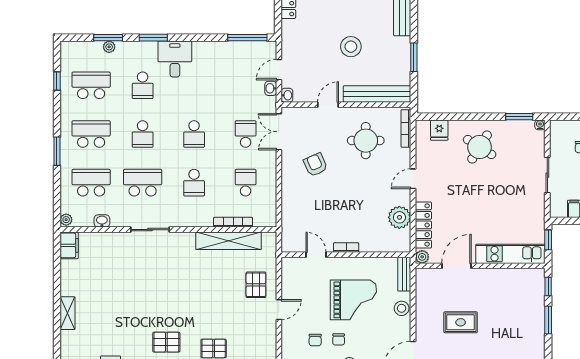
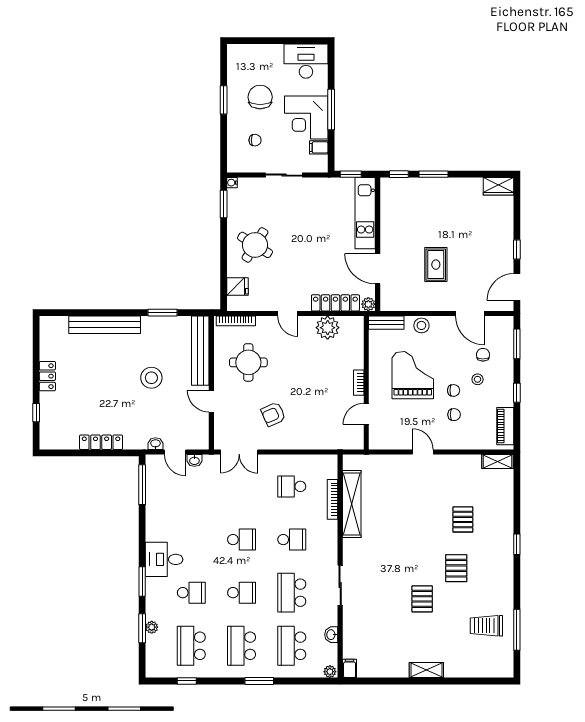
washbasin: (287, 95) -> (155, 444), moved
school desk: (246, 134) -> (242, 486), removed
filing cabinet: (69, 245) -> (350, 668), width x0.50
pallet: (256, 285) -> (422, 599), moved, turned 90

